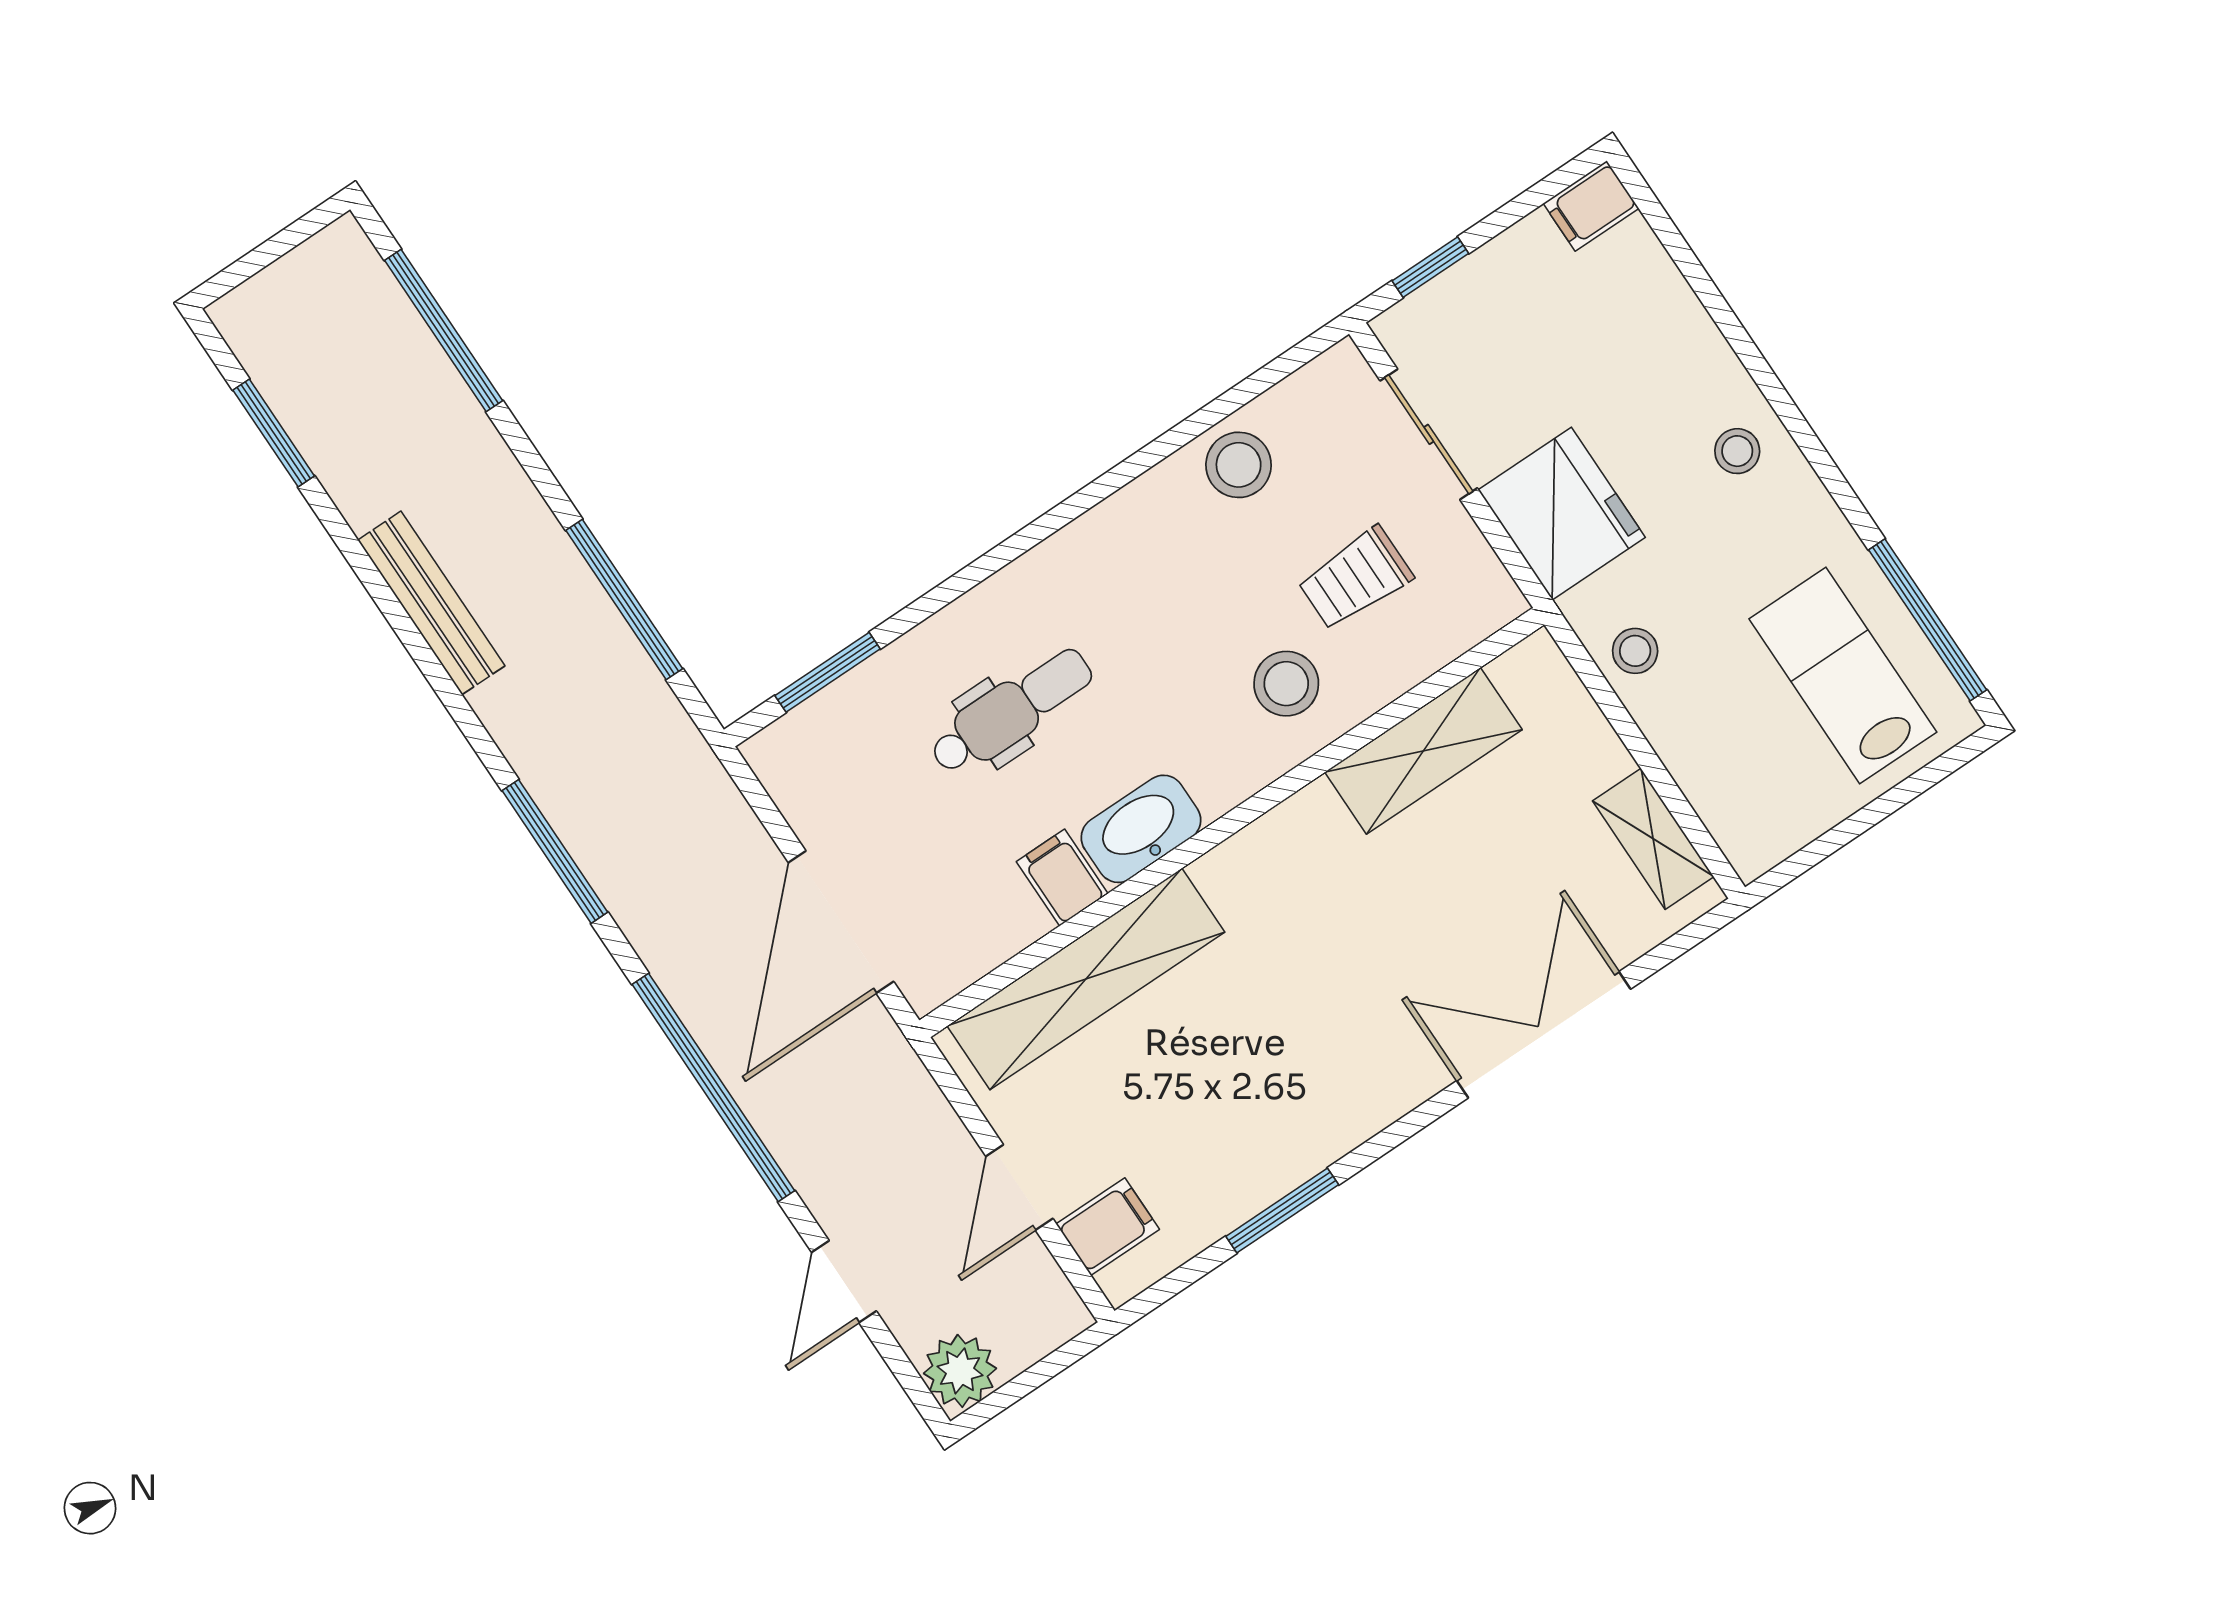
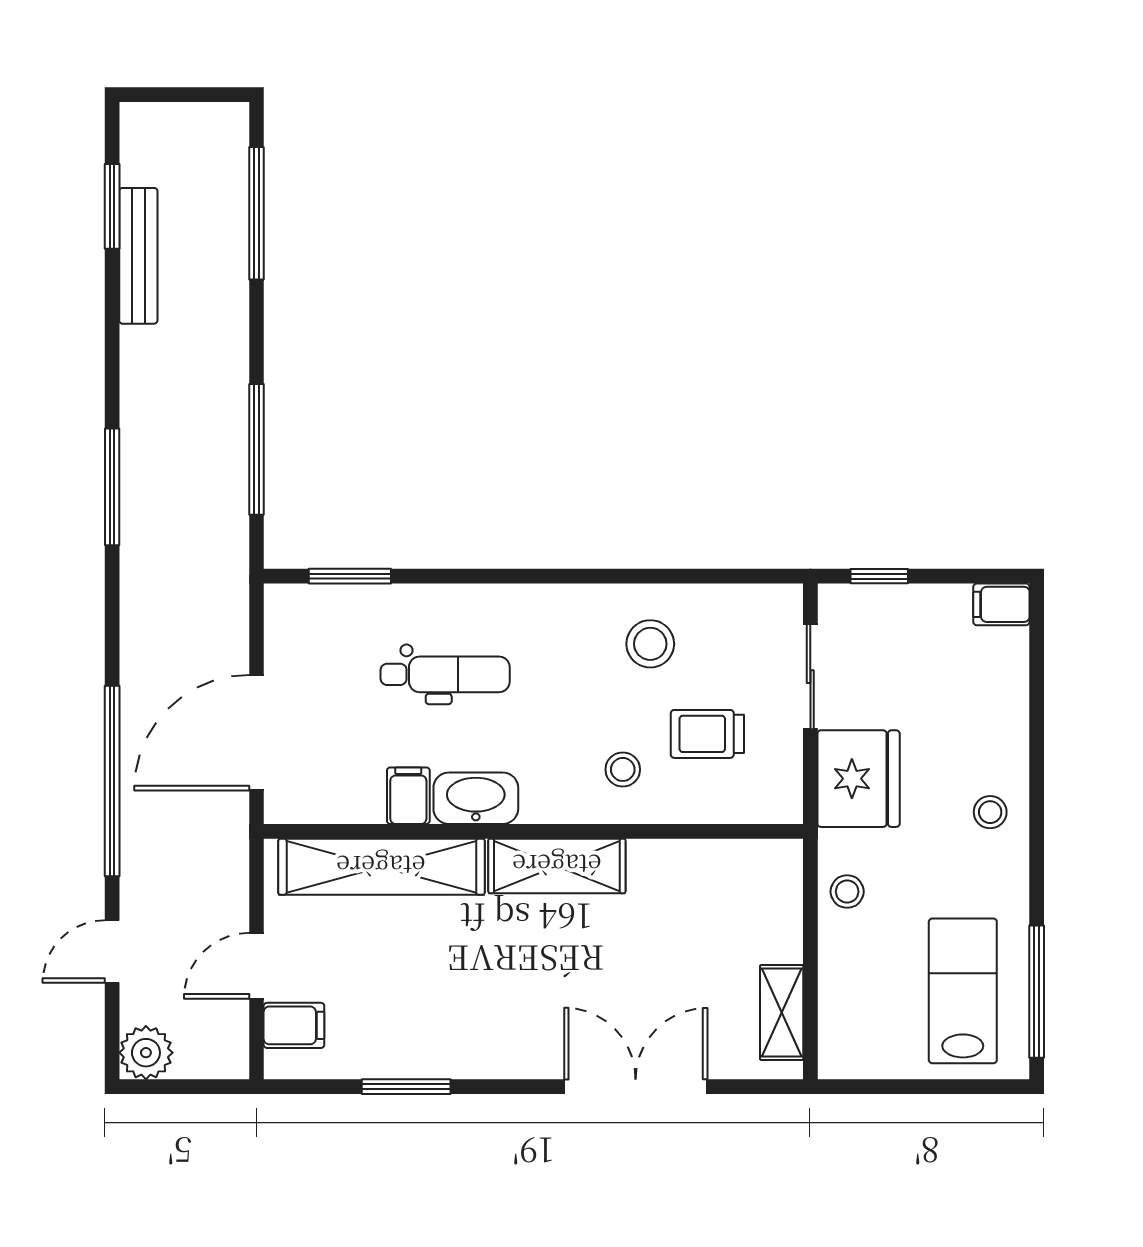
stool: (1239, 465) -> (650, 644), moved
bench: (431, 603) -> (138, 256), moved
stool: (1286, 684) -> (623, 769), width x0.73, depth x0.73
shelving: (1423, 751) -> (557, 866), moved
window: (555, 851) -> (112, 487), moved

